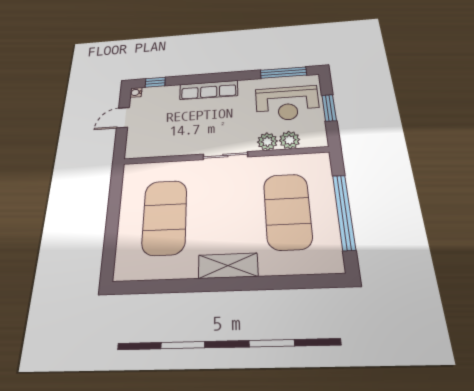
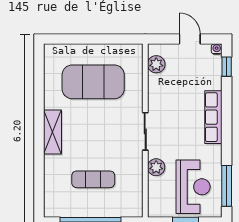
reception desk: (287, 103) -> (193, 187), turned 180
plant: (290, 140) -> (156, 64), moved
exercise mat: (287, 211) -> (93, 179), width x0.50, depth x0.69

